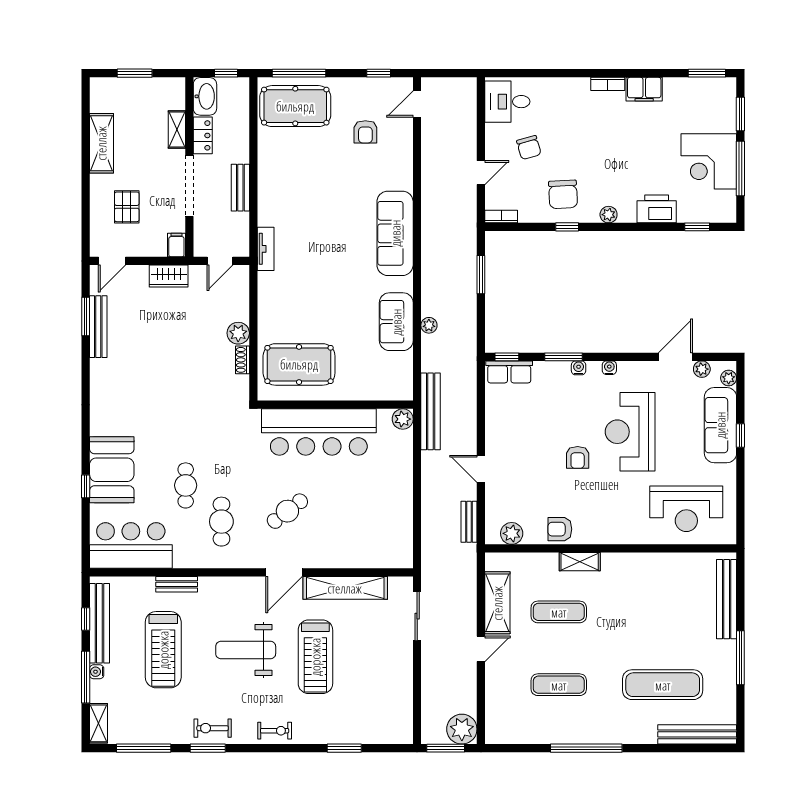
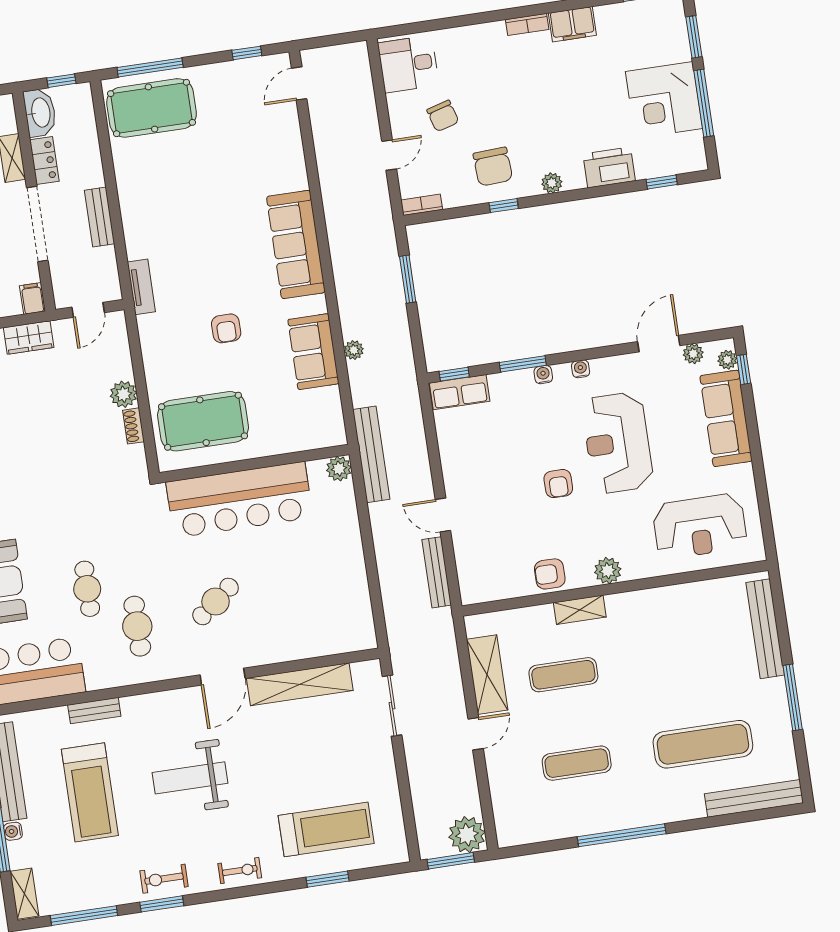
armchair: (365, 132) -> (226, 328), moved
window: (740, 436) -> (744, 369), moved
bench: (469, 522) -> (437, 572), width x1.36
plant: (512, 533) -> (608, 571), moved
treadmill: (315, 657) -> (326, 829), moved, turned -90

